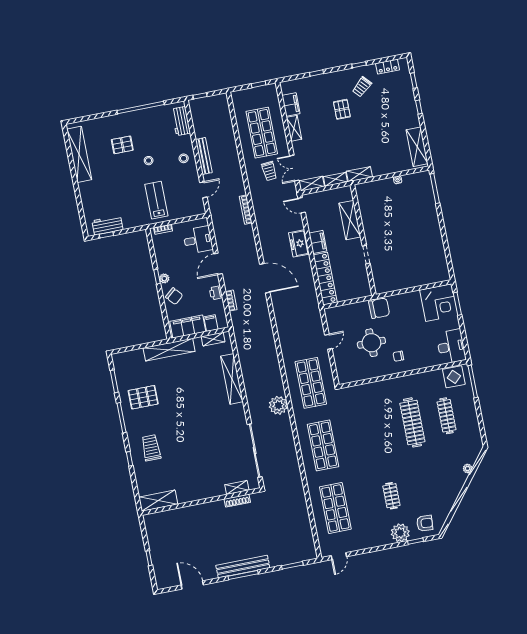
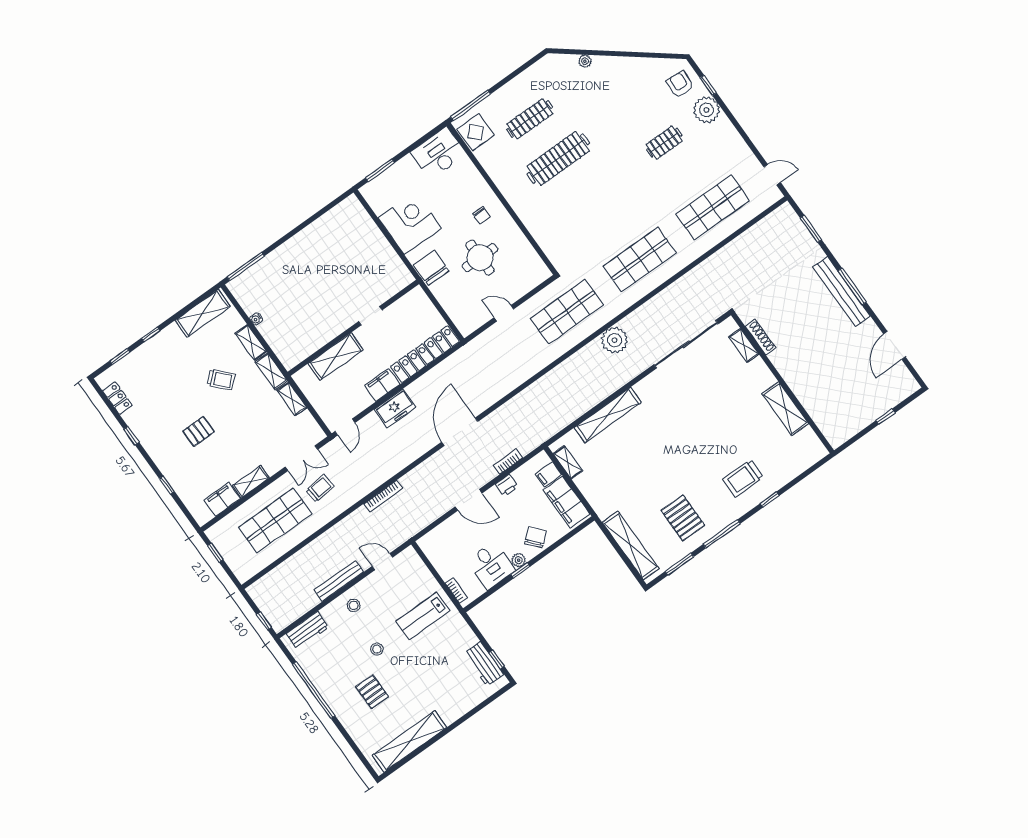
trolley: (362, 87) -> (221, 380), moved
shelving: (312, 184) -> (251, 342), moved
desk: (198, 240) -> (491, 565), moved, turned 180
corner desk: (439, 303) -> (410, 223), moved
shelving: (169, 350) -> (631, 545), moved
shelving: (158, 501) -> (785, 409), moved

